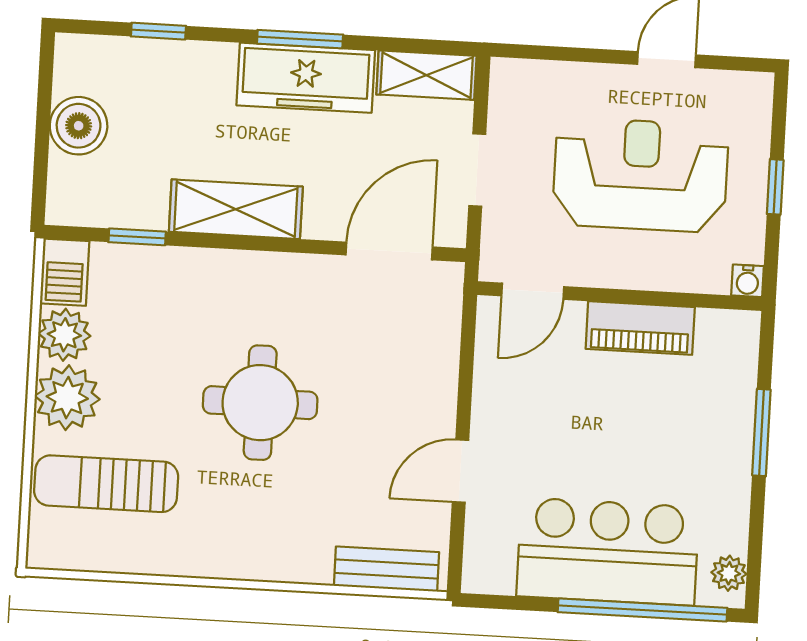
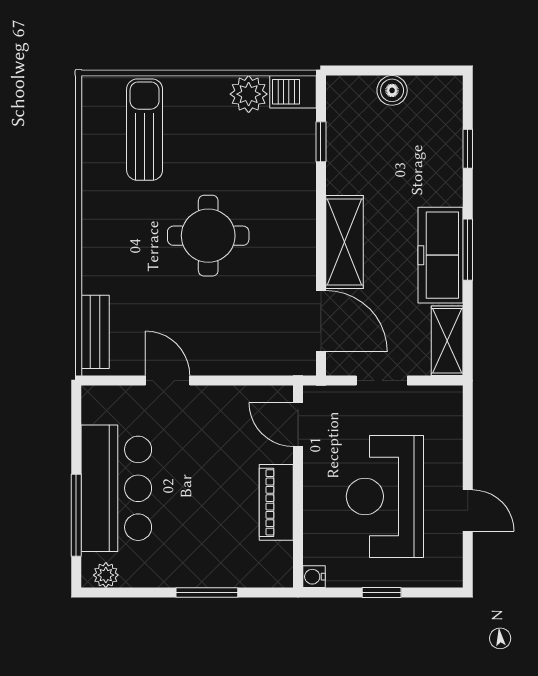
boiler: (79, 126) -> (392, 90), width x0.73, depth x0.73
reception desk: (640, 175) -> (385, 496), turned 180
shelving: (236, 209) -> (344, 242), moved
plant: (67, 398) -> (204, 99), removed
window: (642, 610) -> (76, 515), width x0.68

